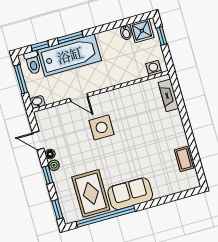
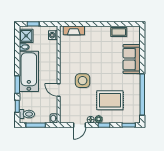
bathtub: (70, 55) -> (29, 71), moved
door: (79, 98) -> (59, 90), swing flipped
rug: (91, 193) -> (110, 100), moved
sofa: (130, 194) -> (132, 59), moved

